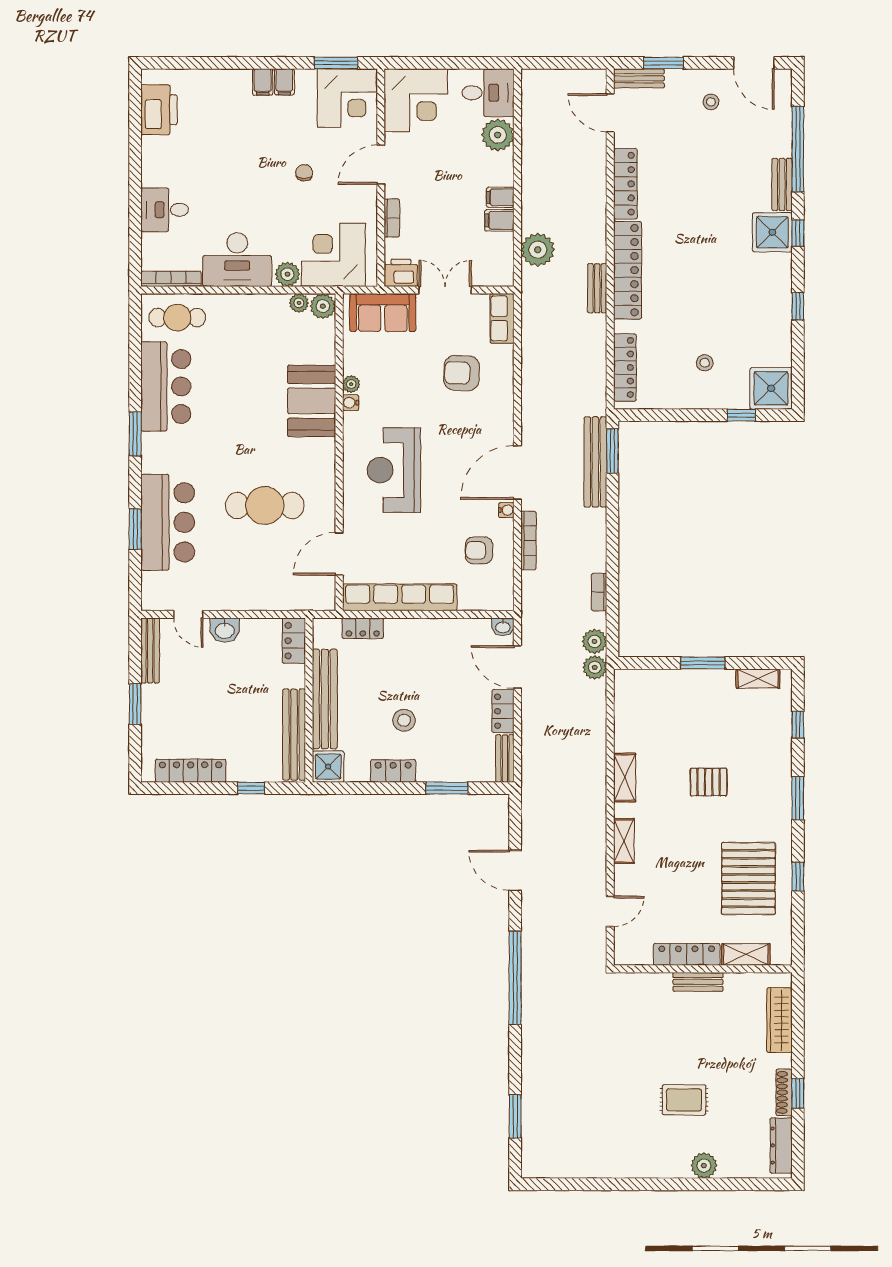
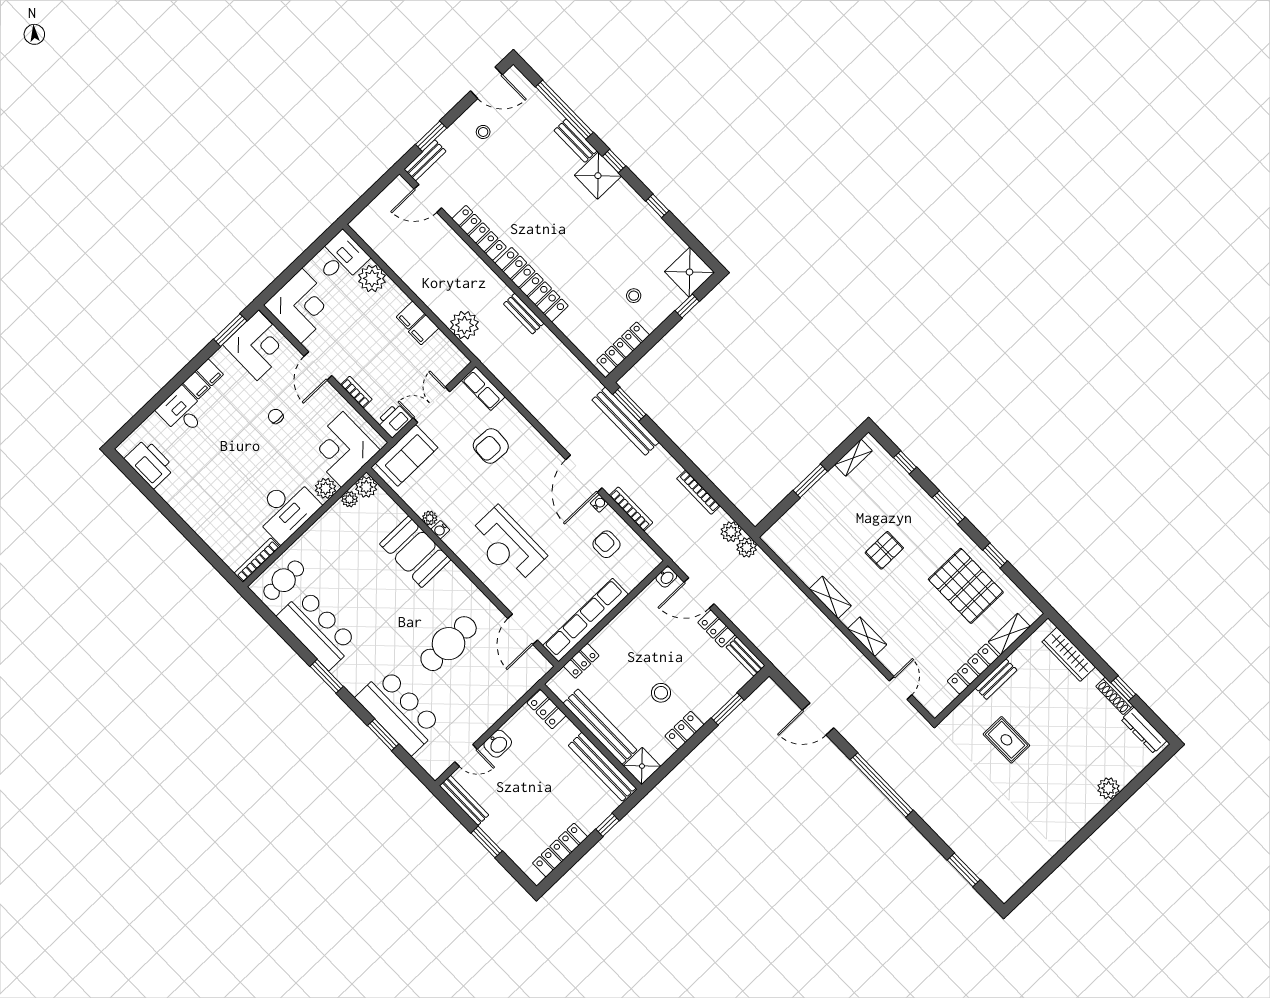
desk: (165, 210) -> (182, 412), moved, turned 90
locker: (625, 367) -> (623, 348), moved, turned -90
armchair: (479, 550) -> (606, 544), turned 90
bookcase: (599, 592) -> (698, 492), width x1.56
rug: (684, 1100) -> (1006, 740), moved, turned 90

